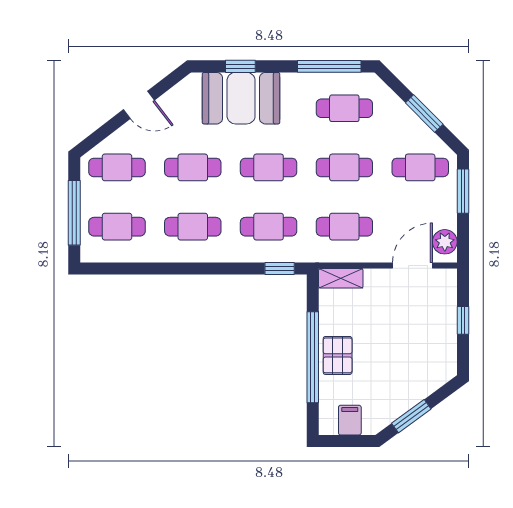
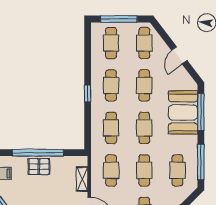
window: (240, 66) -> (201, 112), width x2.17
window: (280, 269) -> (88, 93), moved
shelving: (341, 278) -> (82, 179), moved

